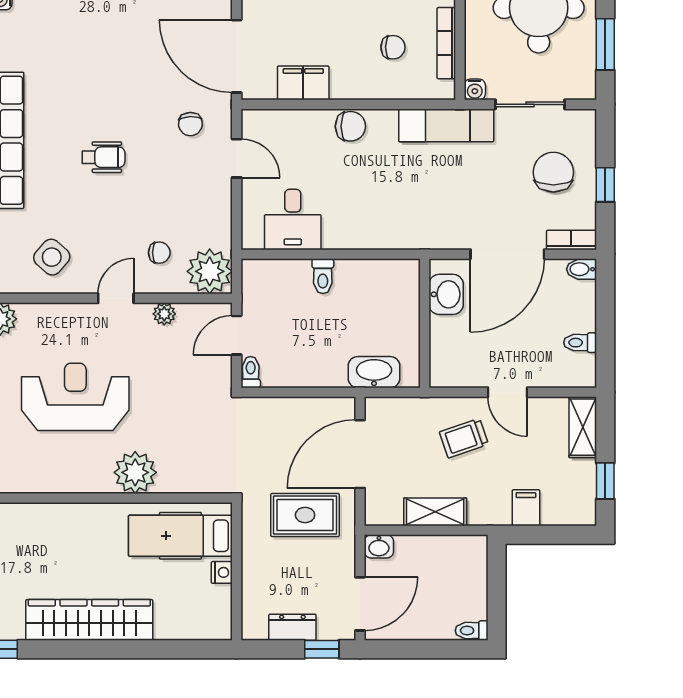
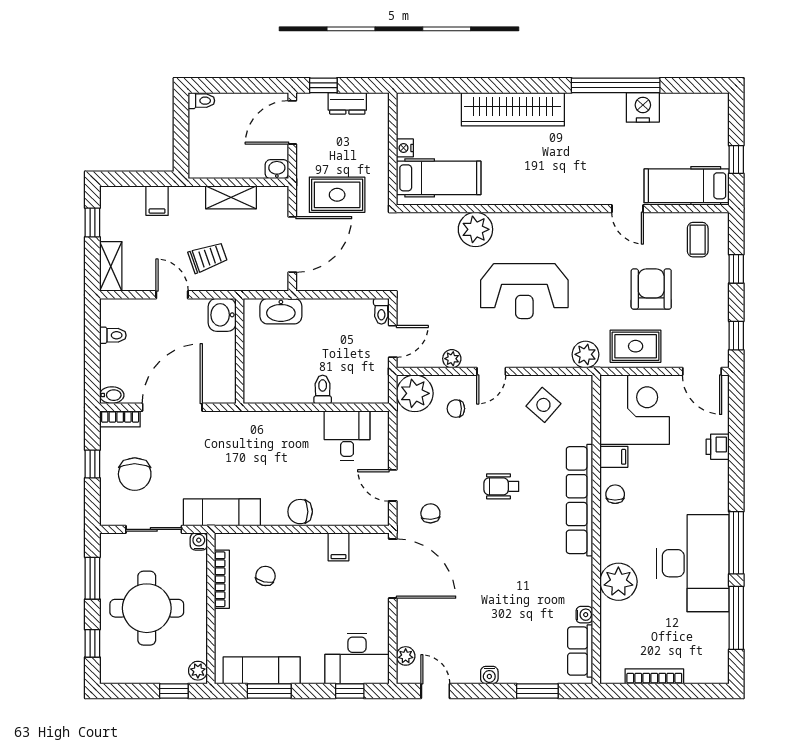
chair: (393, 47) -> (265, 576), turned 104
filing cabinet: (303, 83) -> (339, 547), width x0.50
washbasin: (446, 294) -> (222, 315), moved

